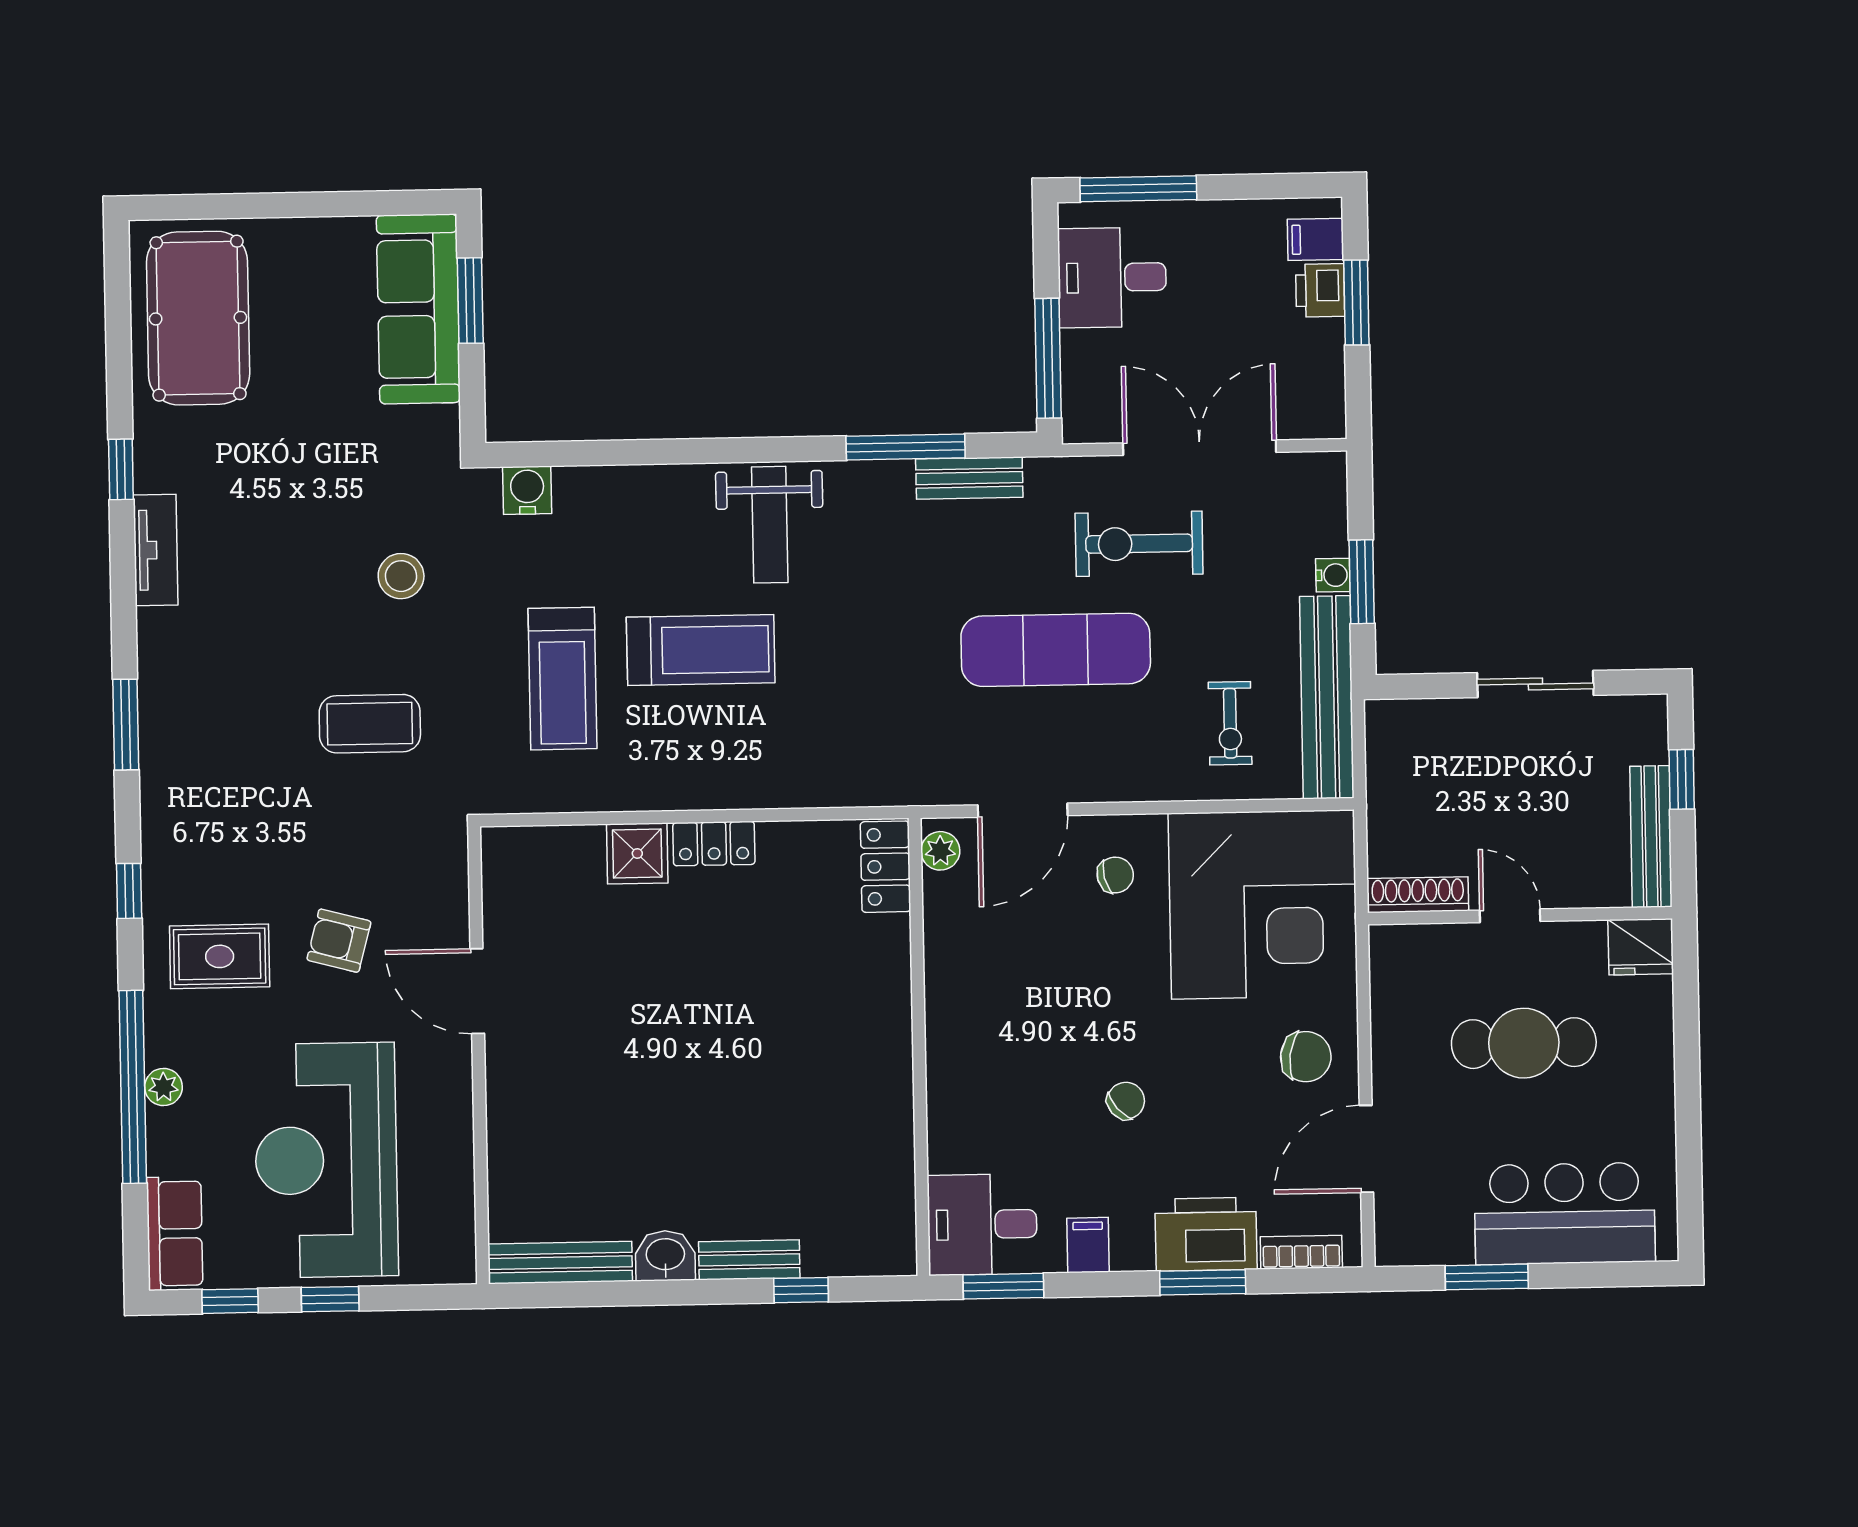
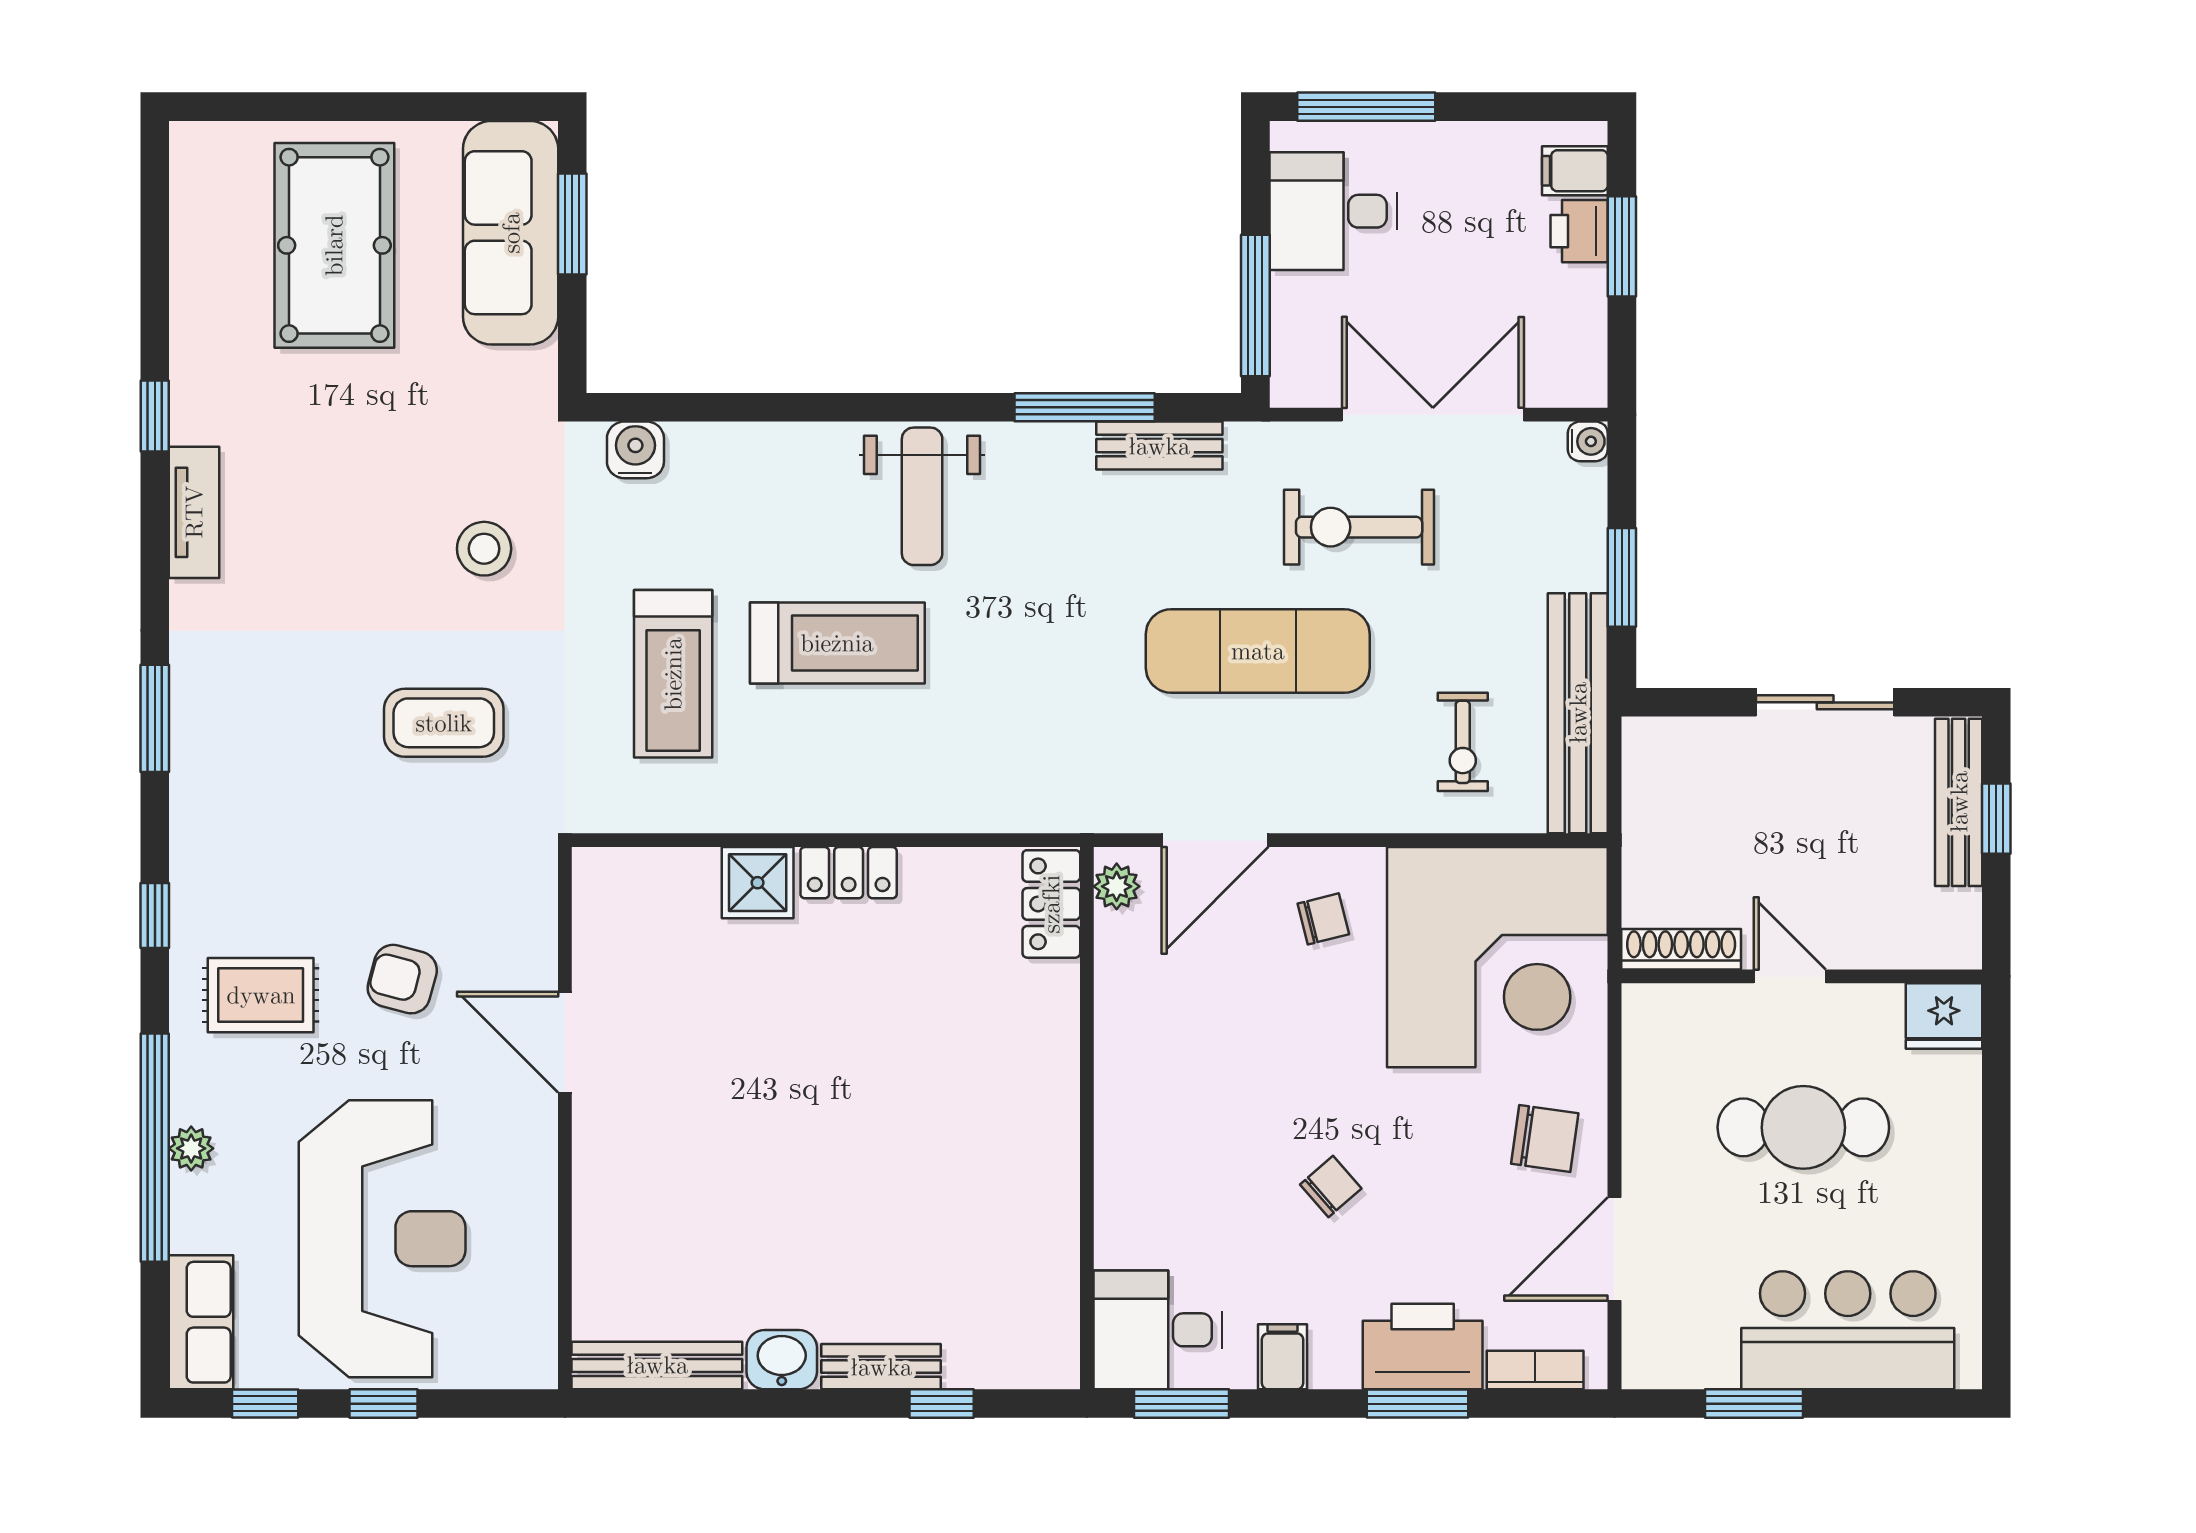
pool table: (198, 318) -> (334, 245), moved
water cooler: (1333, 575) -> (1588, 441), moved
bench: (1651, 837) -> (1959, 802), moved
reception desk: (326, 1160) -> (382, 1239), turned 180

